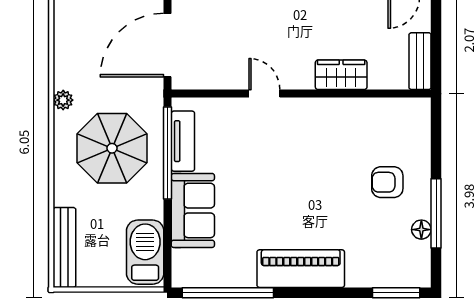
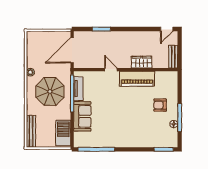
piano: (301, 269) -> (137, 79), moved, turned 180

